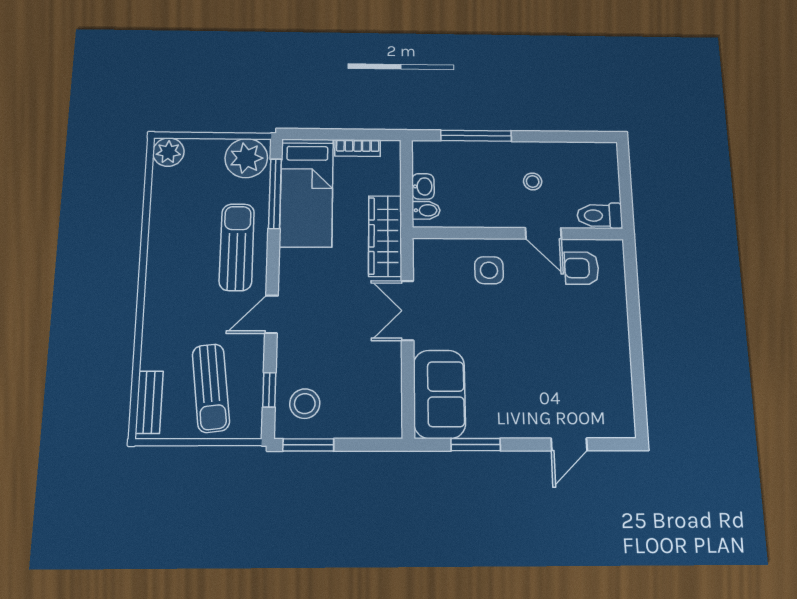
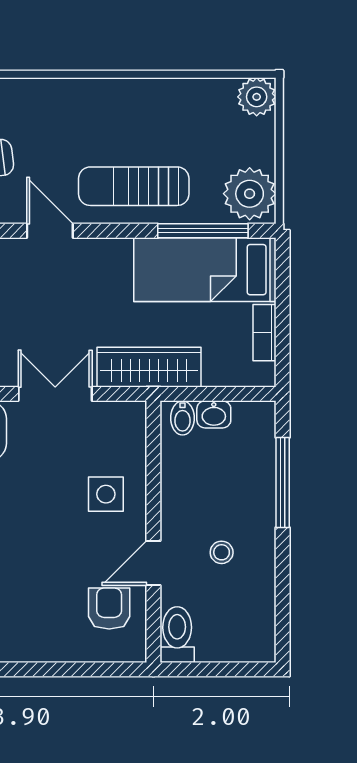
sun lounger: (237, 247) -> (134, 186), turned 180

